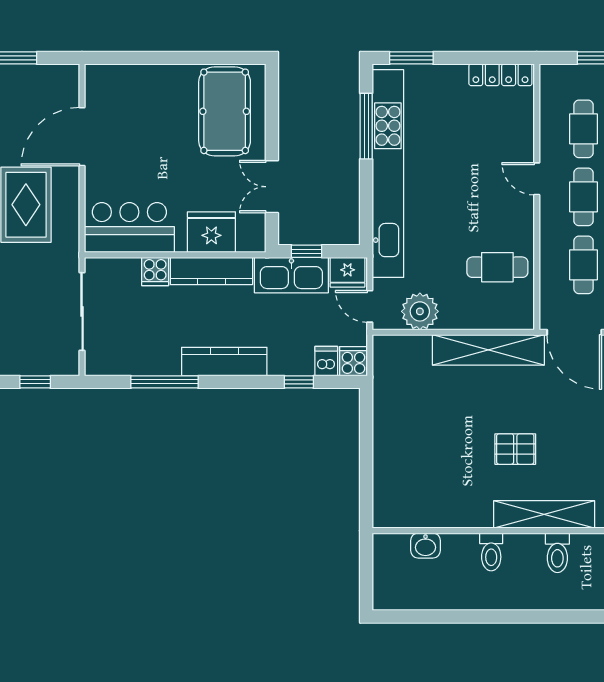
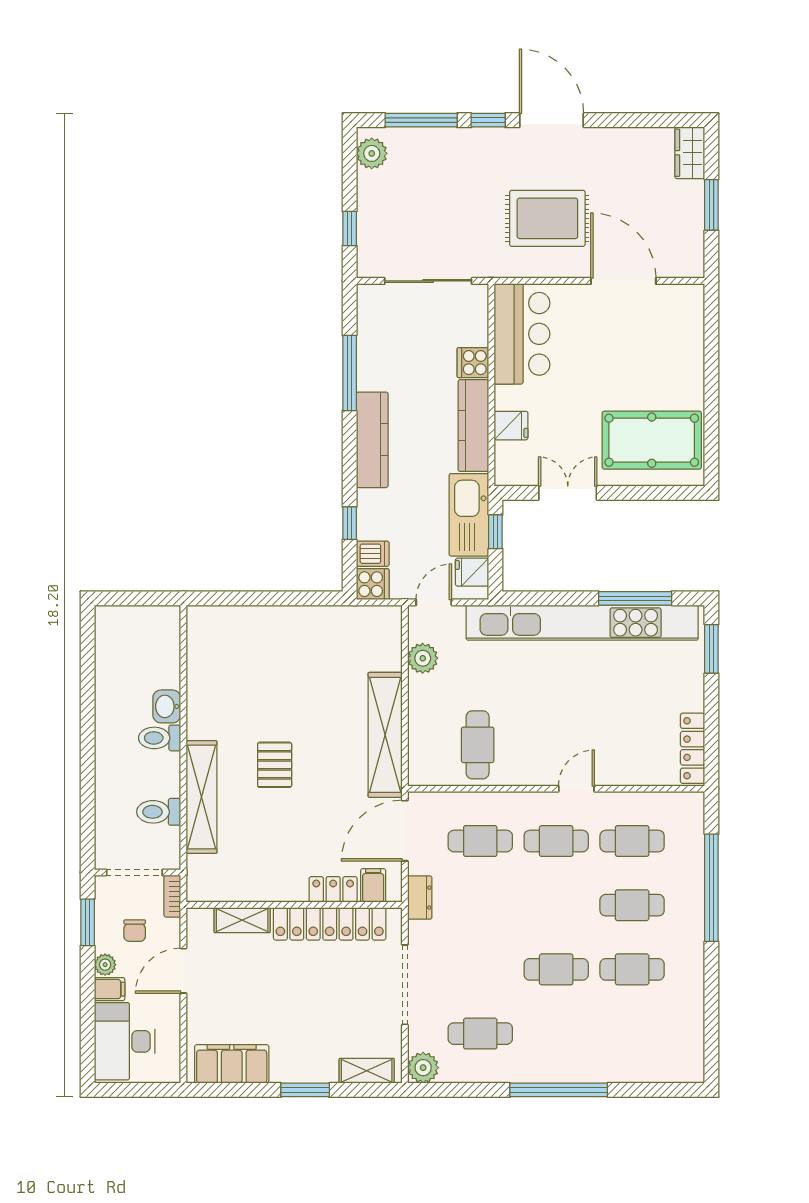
fridge: (211, 232) -> (511, 426), width x0.53, depth x0.75
fridge: (348, 272) -> (472, 572), width x0.72
plant: (420, 311) -> (423, 658), width x0.73, depth x0.73
washbasin: (426, 546) -> (167, 706), moved

